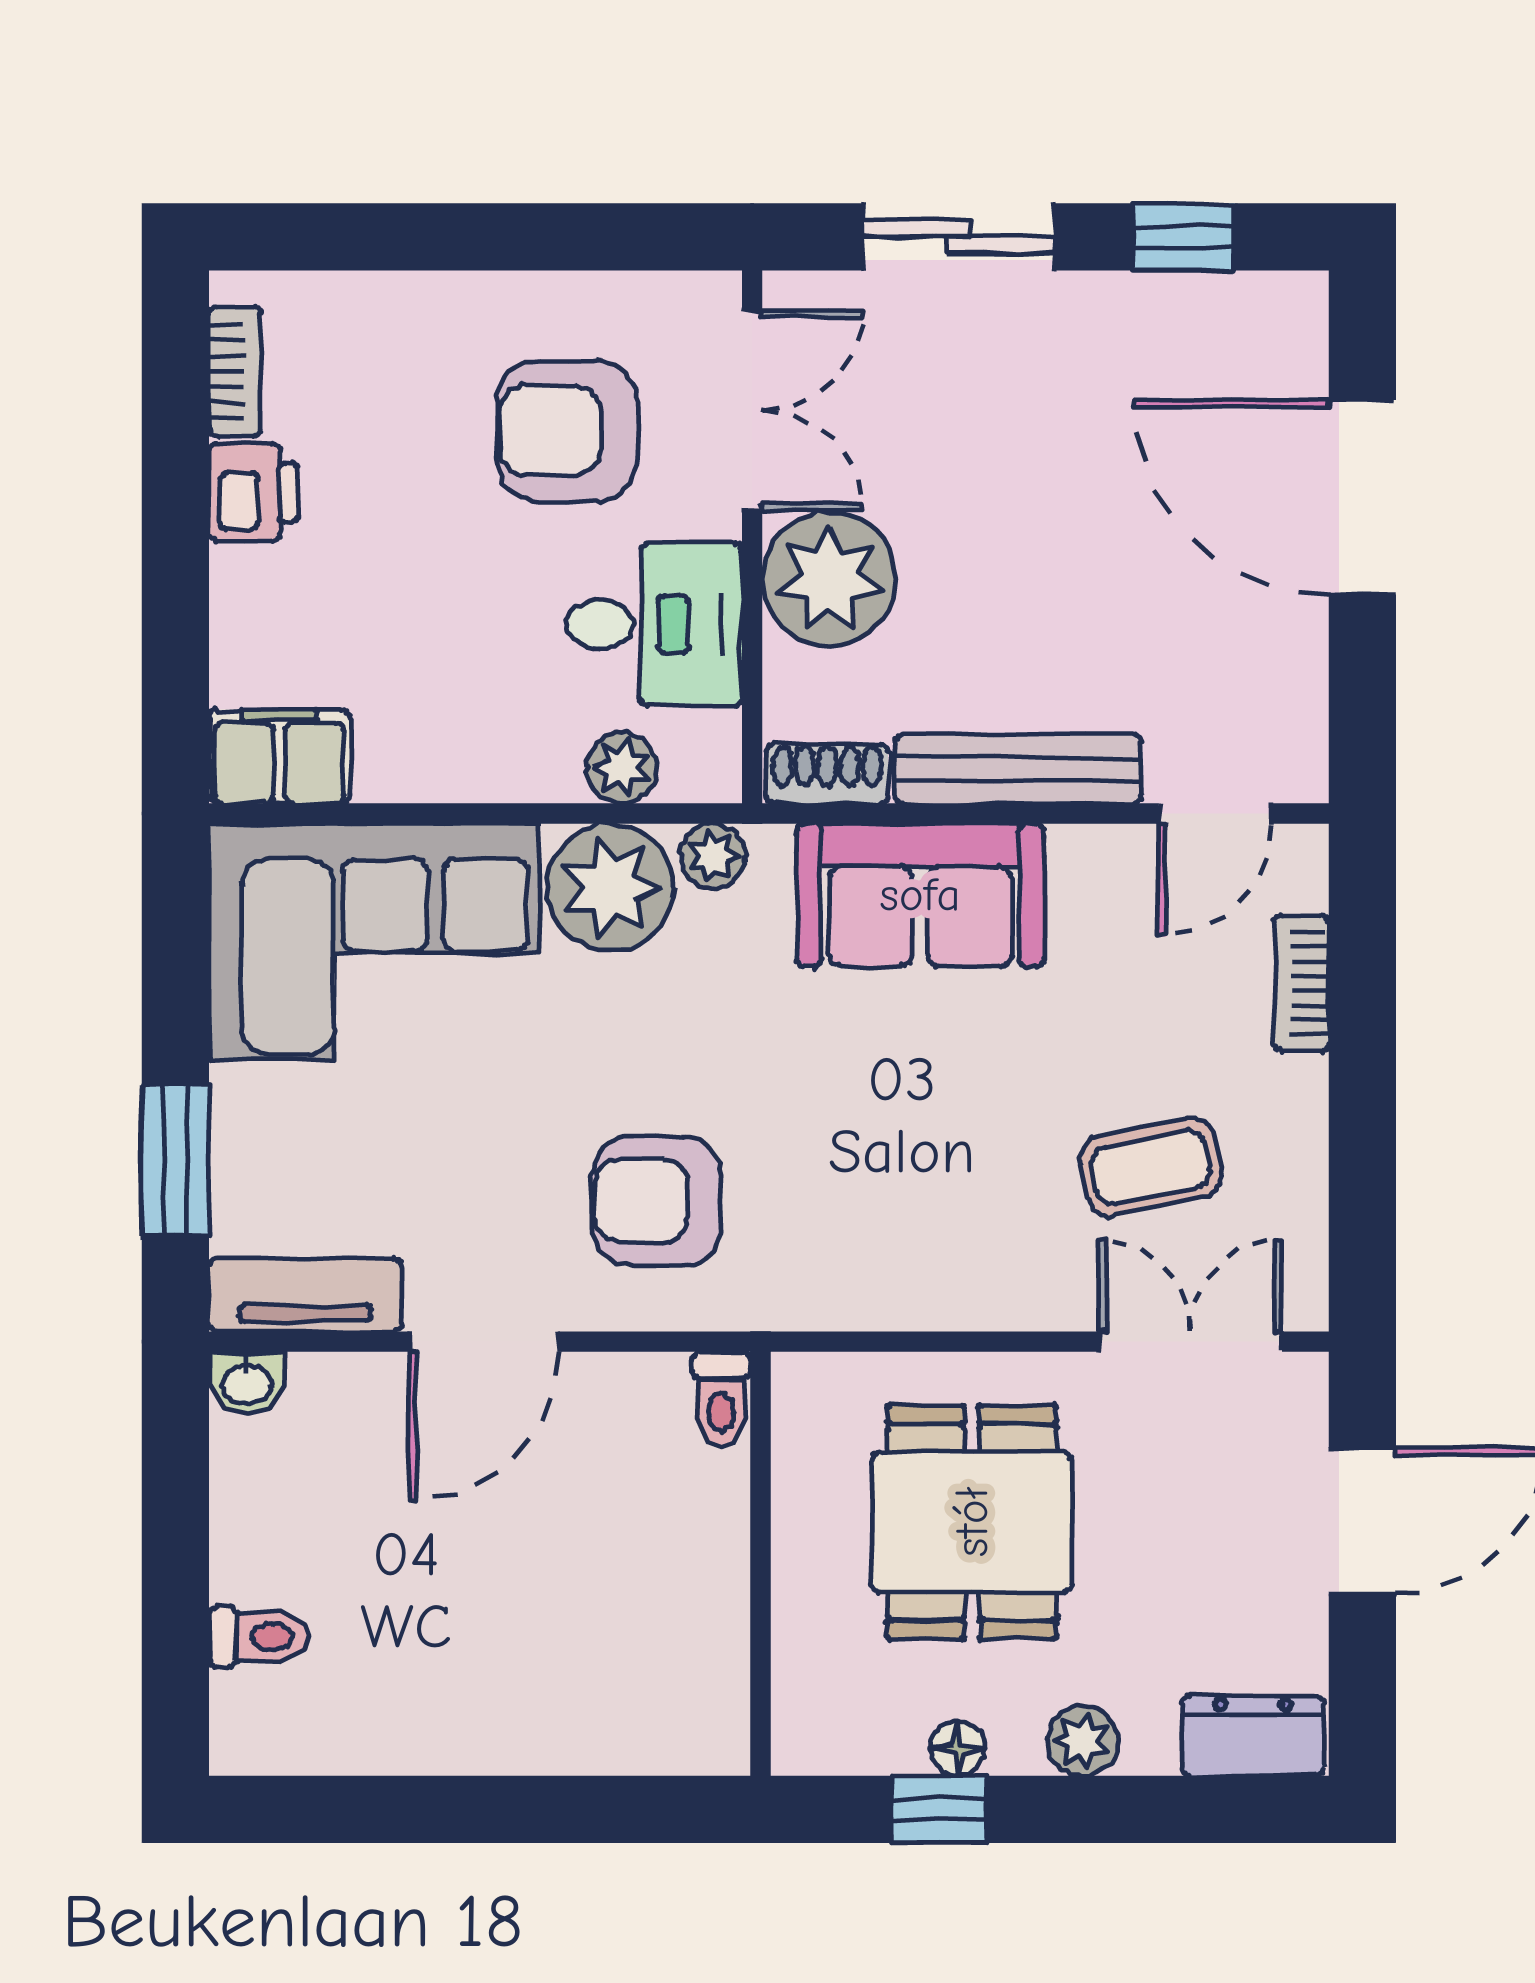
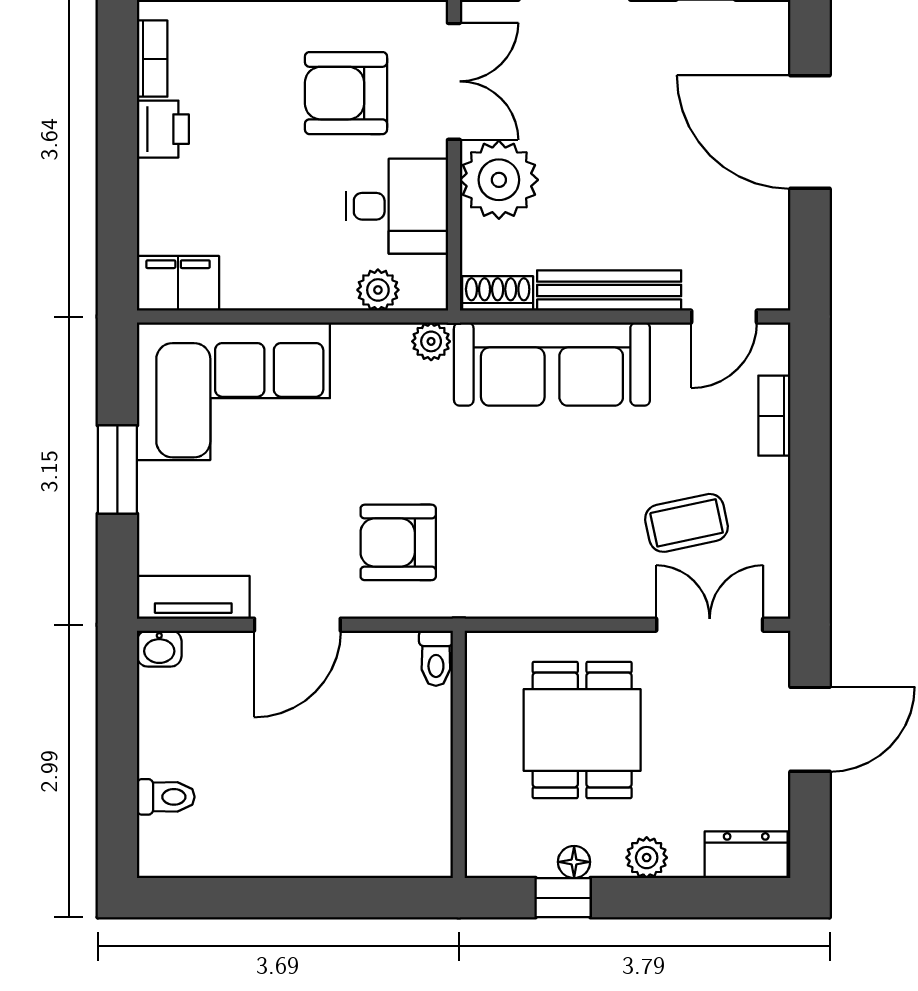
plant: (610, 887) -> (371, 360), removed
sofa: (920, 895) -> (552, 364), width x1.36
window: (175, 1160) -> (117, 470), moved

